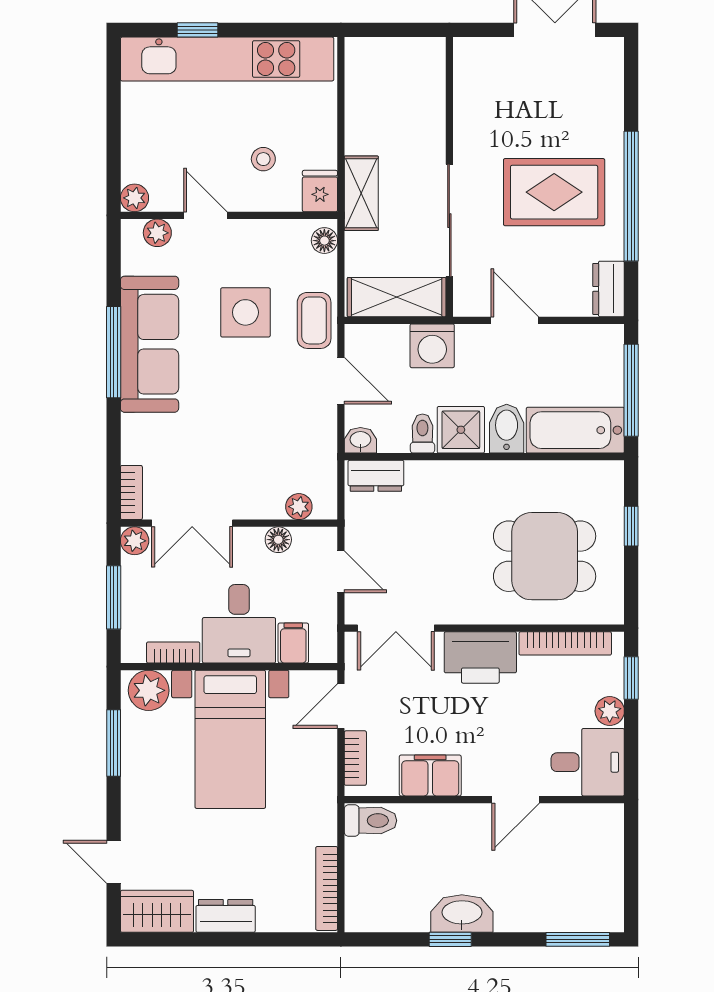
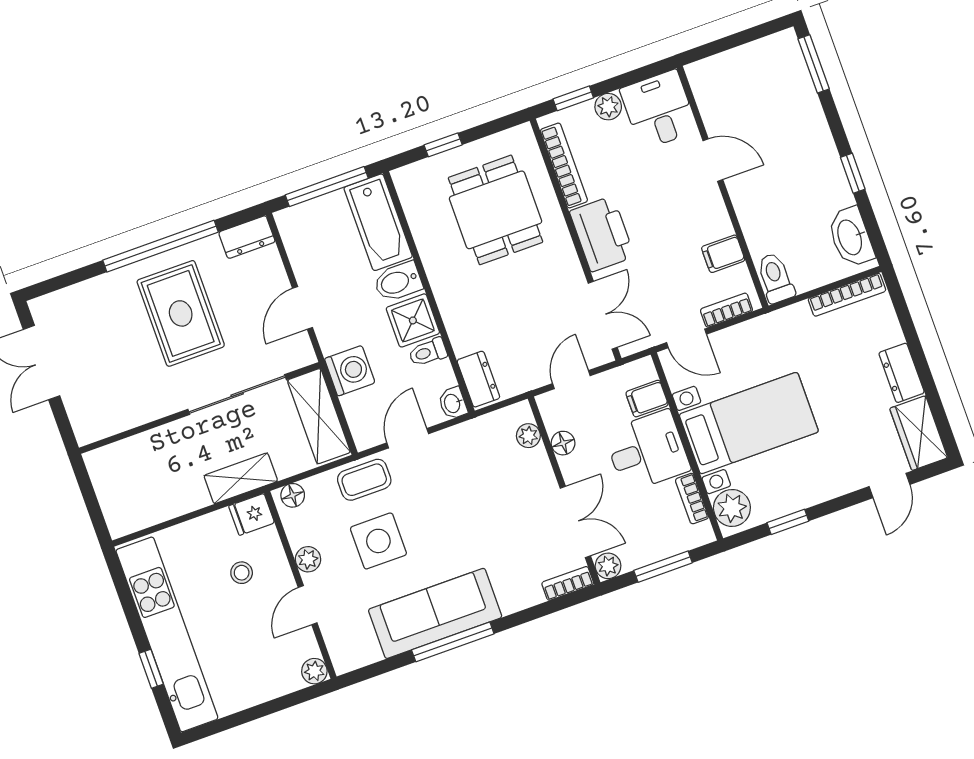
plant: (157, 233) -> (308, 559), moved
window: (114, 743) -> (788, 522), width x0.67
filing cabinet: (430, 775) -> (723, 254), width x0.50
washbasin: (462, 914) -> (851, 237), moved

